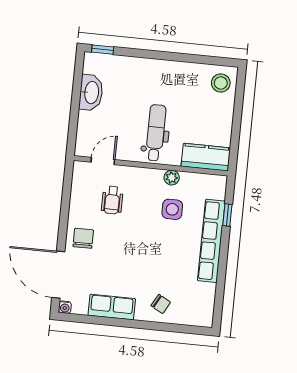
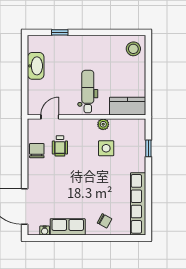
window: (103, 50) -> (60, 32), moved
chair: (83, 238) -> (37, 151), moved
row of seats: (211, 241) -> (138, 204), moved
water cooler: (65, 307) -> (45, 231), moved

